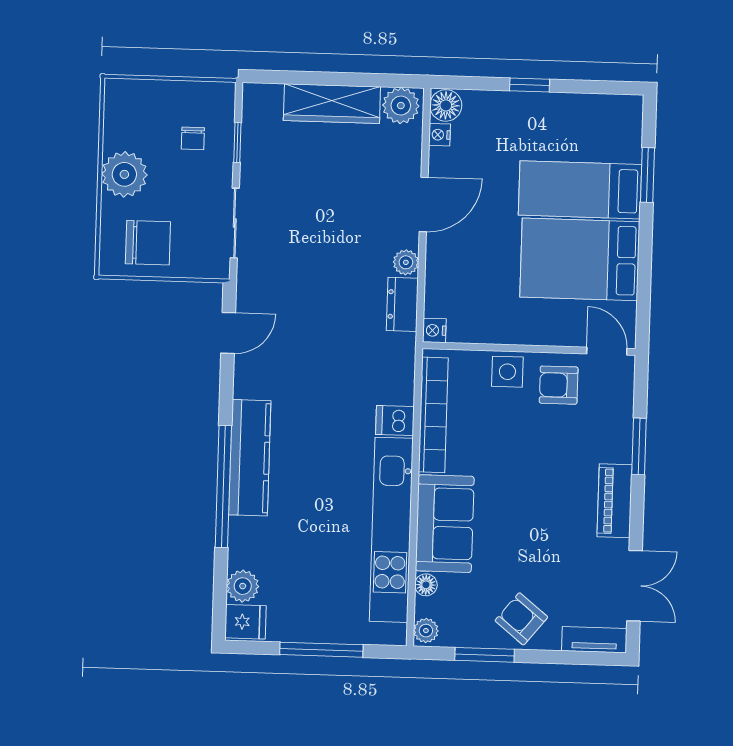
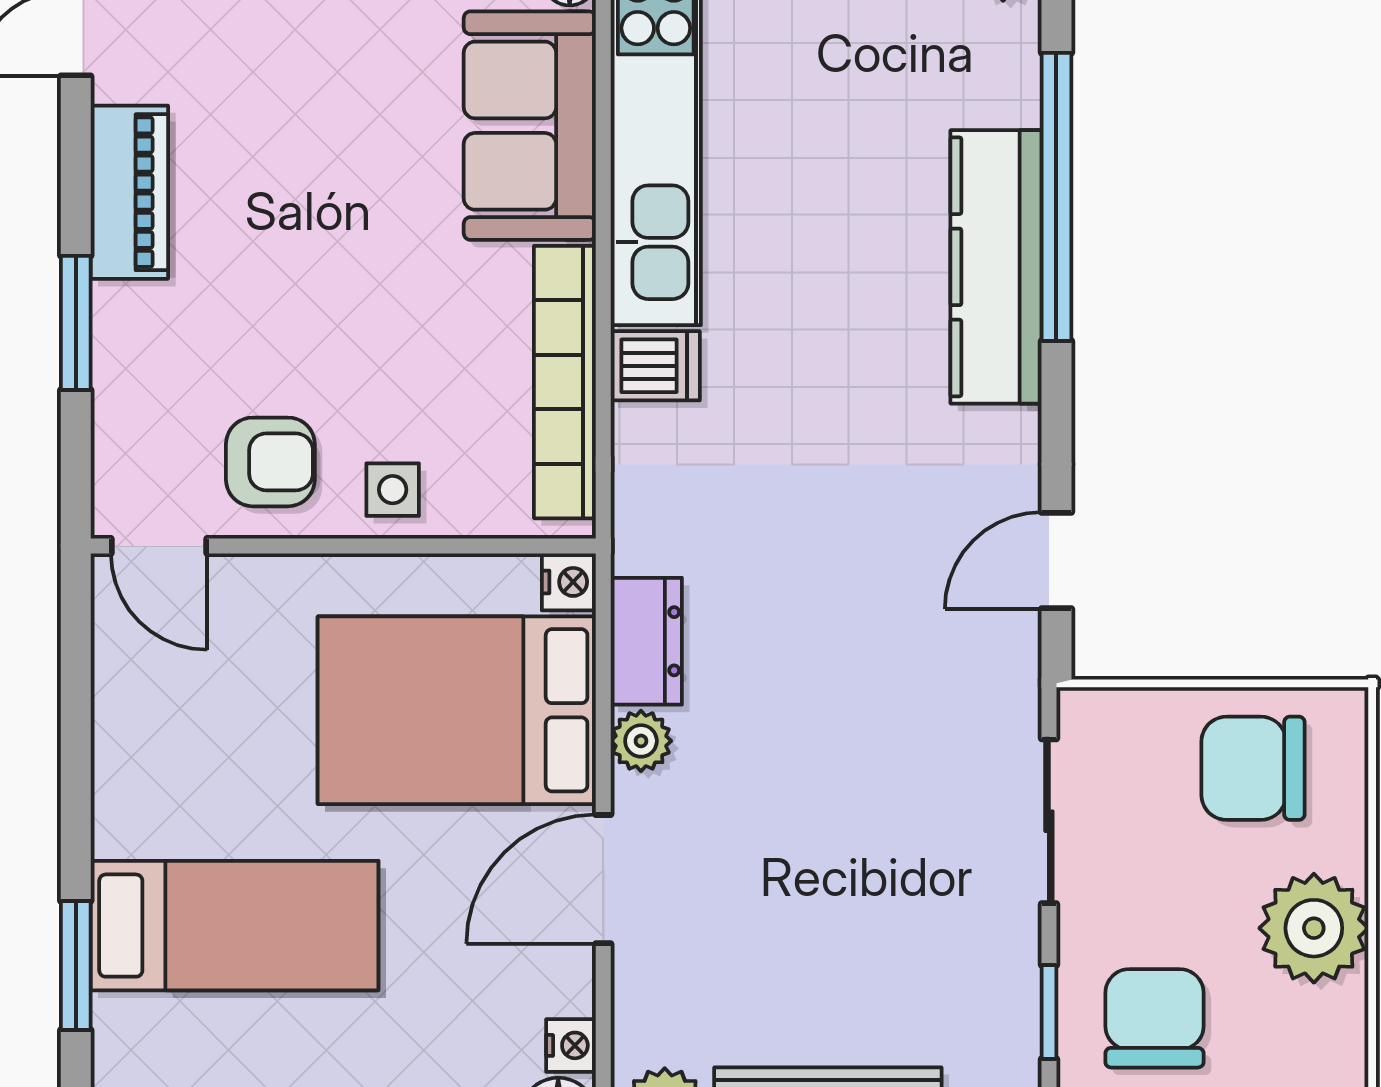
chair: (193, 138) -> (1154, 1018), width x1.87, depth x1.87
bed: (580, 259) -> (457, 710), moved, turned 180
side table: (507, 372) -> (393, 490), width x0.73, depth x0.73

